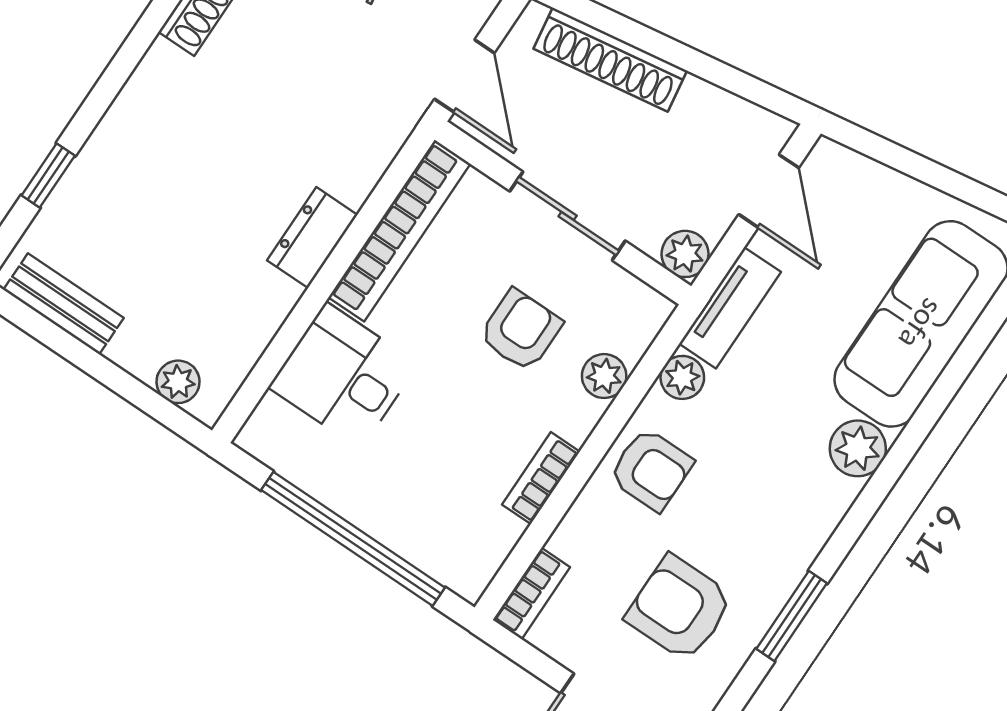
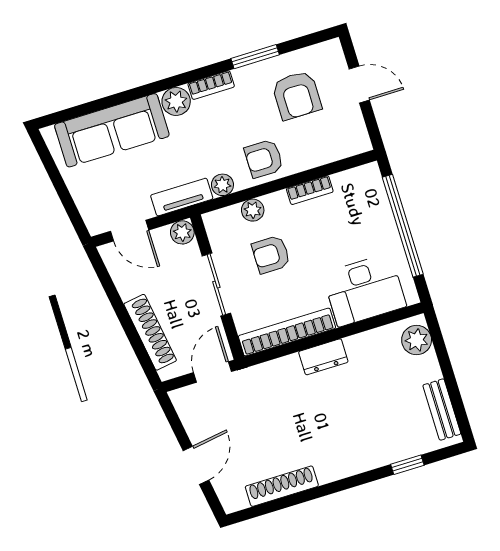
door: (769, 191) -> (130, 231), swing flipped
desk: (343, 376) -> (364, 290), width x1.37
plant: (178, 382) -> (417, 340), width x1.38, depth x1.38
armchair: (651, 469) -> (264, 159), turned -90
bookcase: (531, 594) -> (211, 85), moved, turned 180

